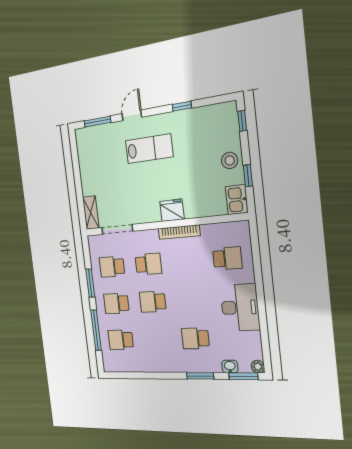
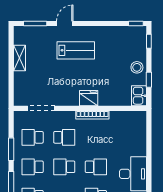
window: (182, 106) -> (136, 23), moved
shelving: (91, 213) -> (19, 58), moved
school desk: (227, 258) -> (96, 167), moved

